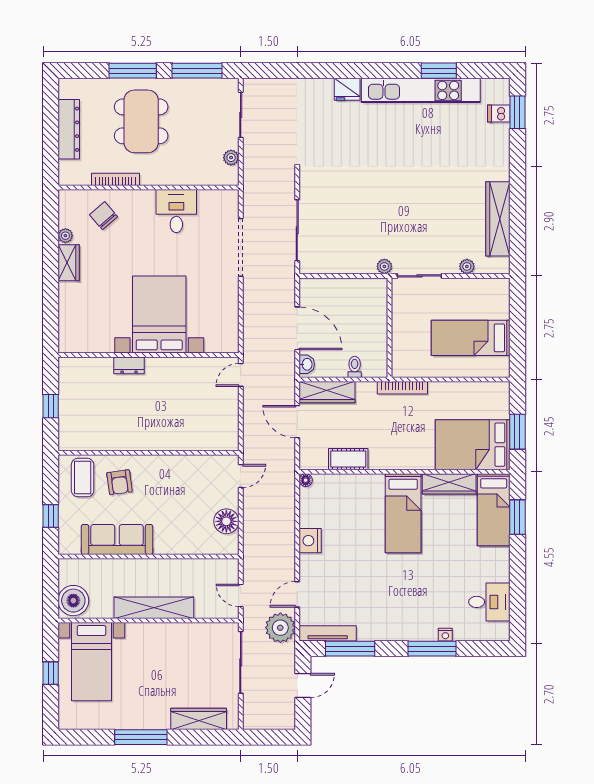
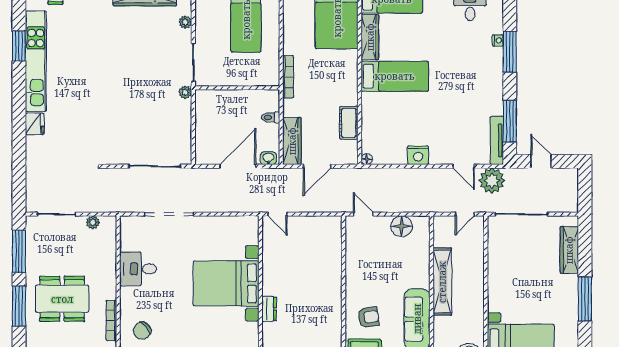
shelving: (154, 608) -> (442, 282), moved

